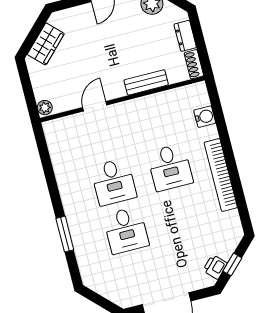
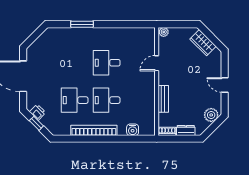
door: (95, 106) -> (157, 63), swing flipped
desk: (126, 230) -> (75, 100), moved

